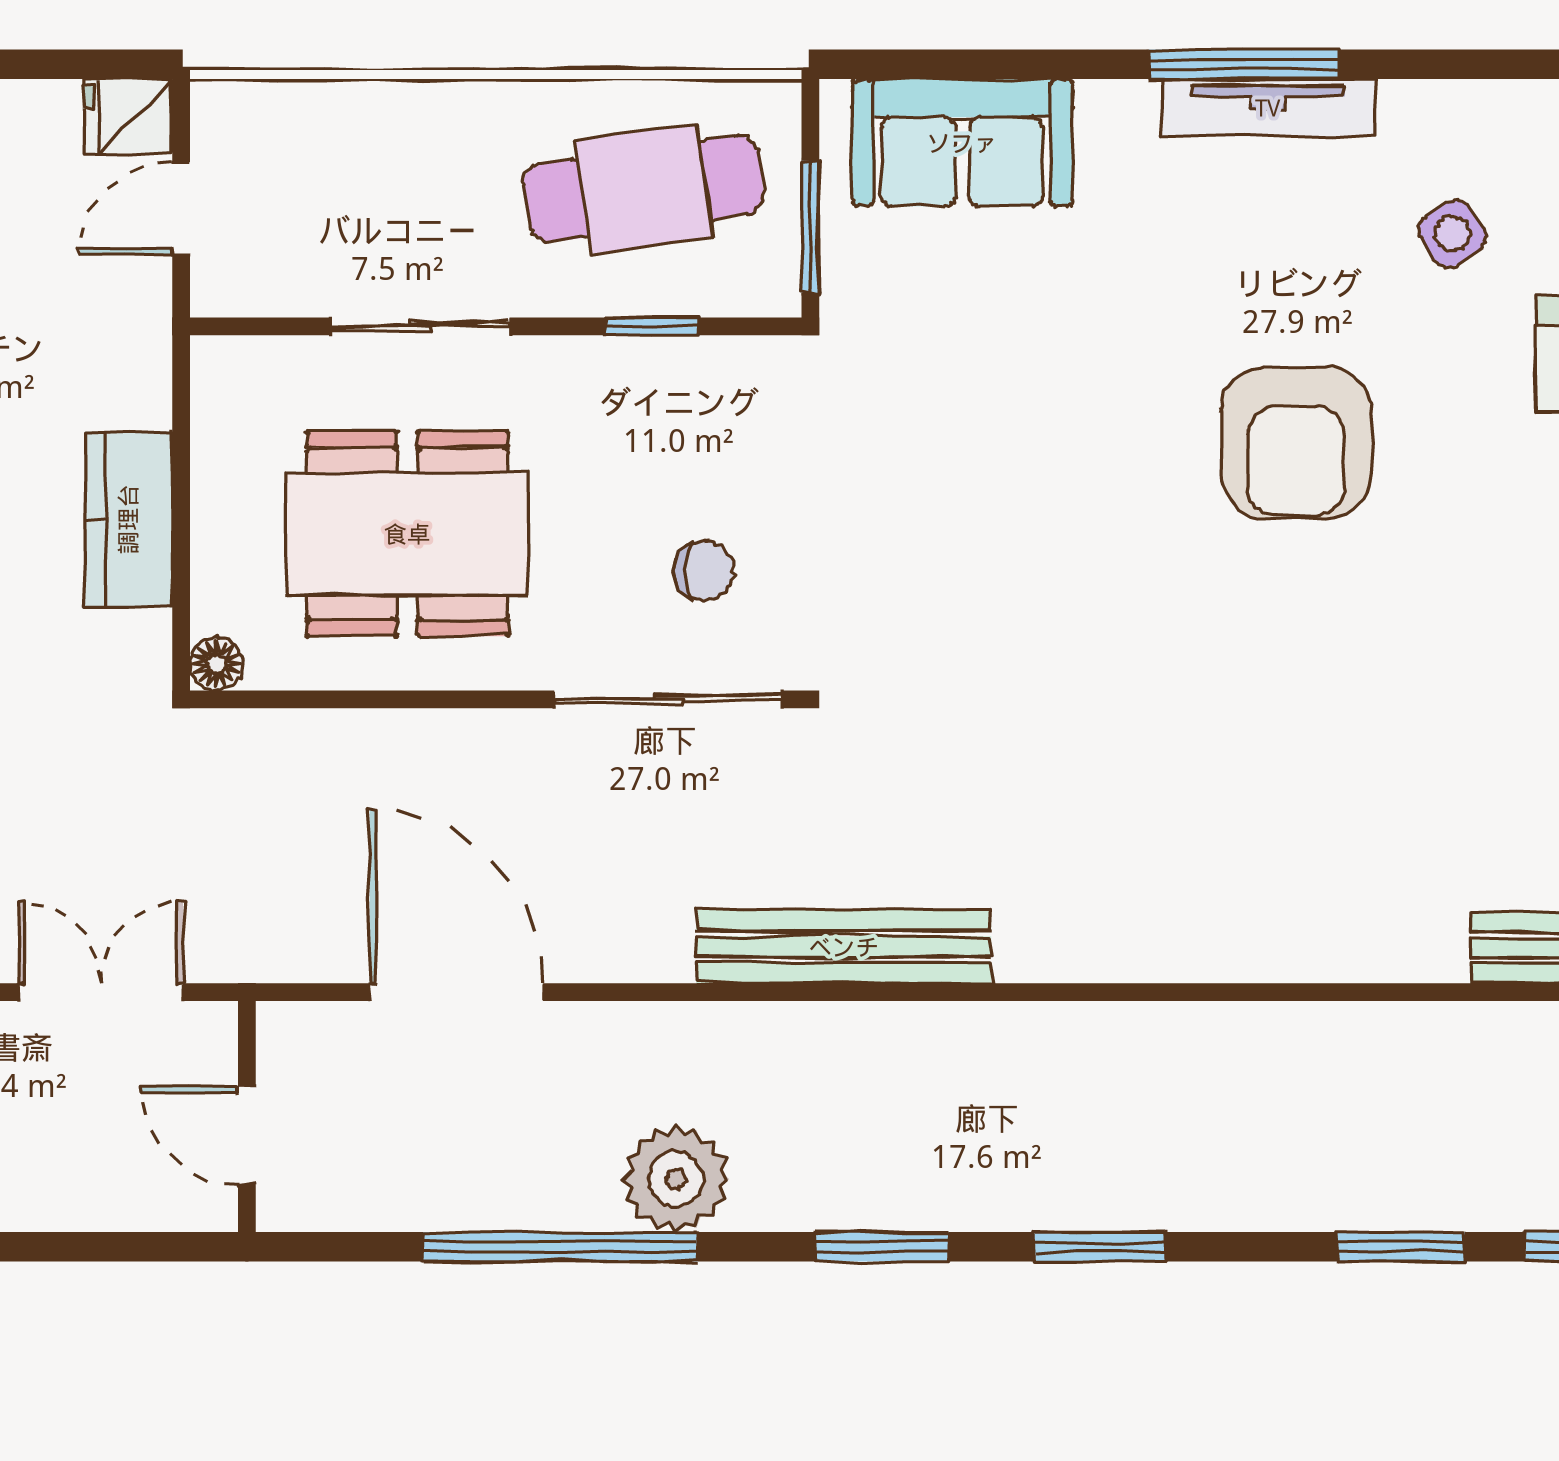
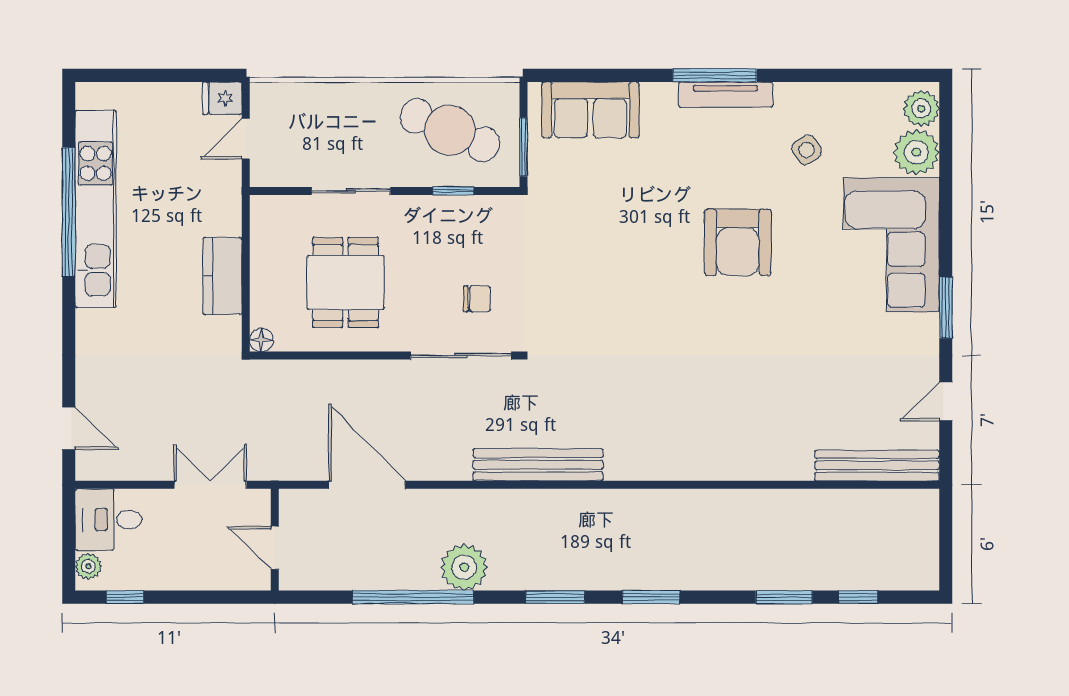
cafe table: (644, 189) -> (450, 130), turned 31
dining table: (407, 534) -> (346, 282), width x0.73

